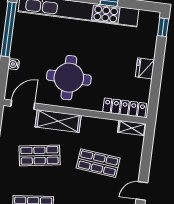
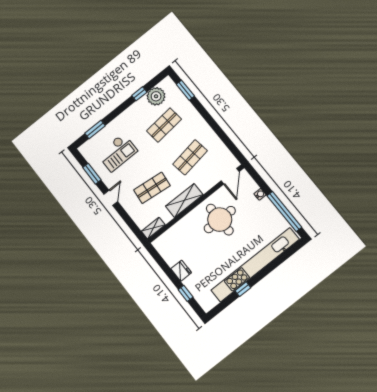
window: (163, 27) -> (186, 293), moved
locker: (125, 108) -> (169, 235), removed
shelving: (58, 121) -> (184, 200), moved

